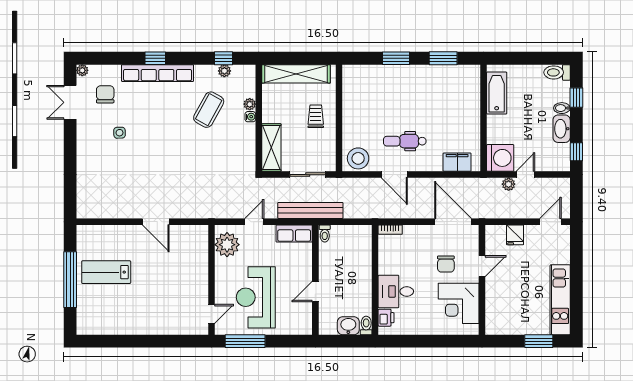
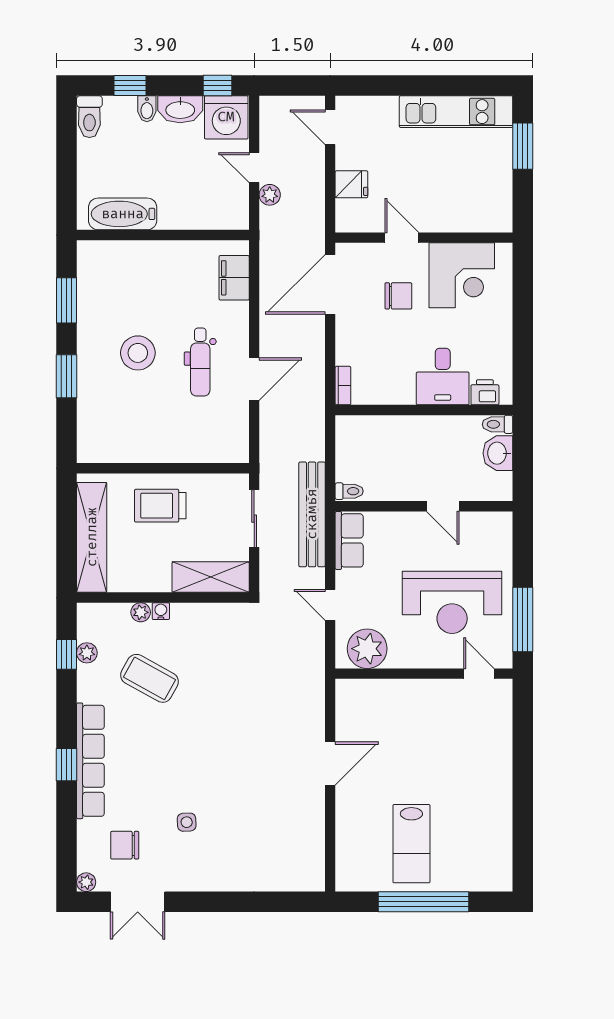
trolley: (316, 116) -> (160, 506), width x1.36, depth x1.39
stool: (358, 158) -> (138, 353), moved
washing machine: (500, 158) -> (226, 117), moved, turned 180

